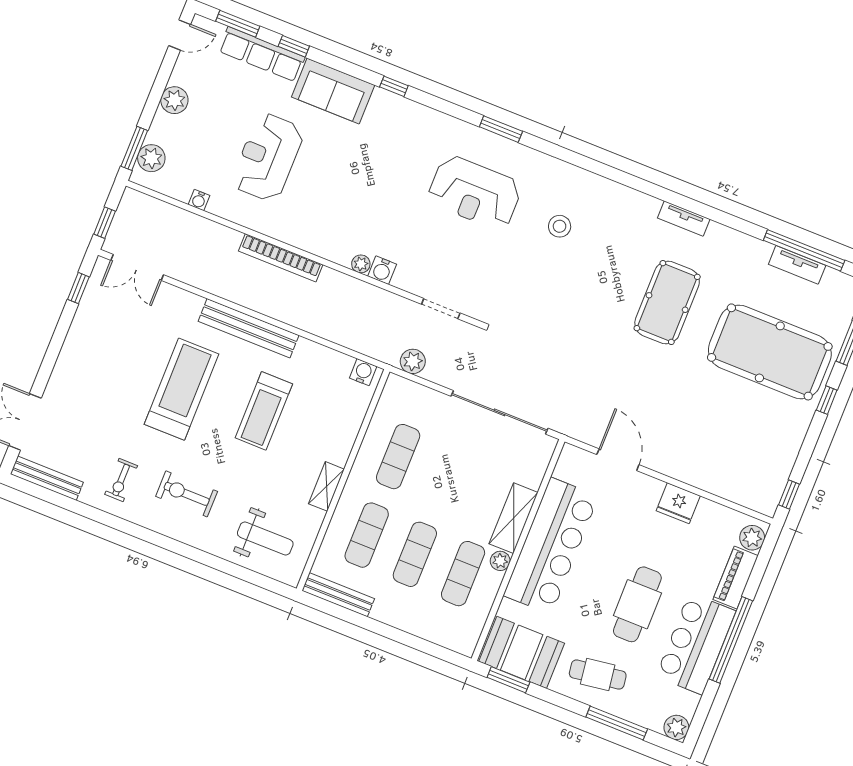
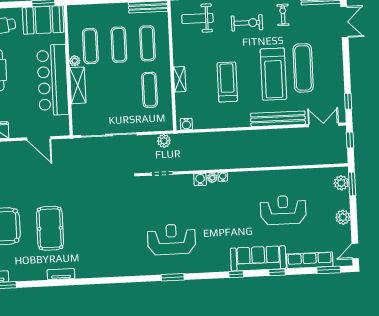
window: (294, 46) -> (277, 272), moved
sofa: (333, 91) -> (258, 258), width x1.36
reception desk: (268, 157) -> (283, 210), turned -90
water cooler: (199, 200) -> (223, 177), moved
stool: (560, 226) -> (121, 242), removed
bookcase: (281, 258) -> (254, 163), removed
bench: (249, 328) -> (278, 119), moved
exercise mat: (128, 377) -> (303, 68), added
shelving: (326, 486) -> (180, 79), moved

